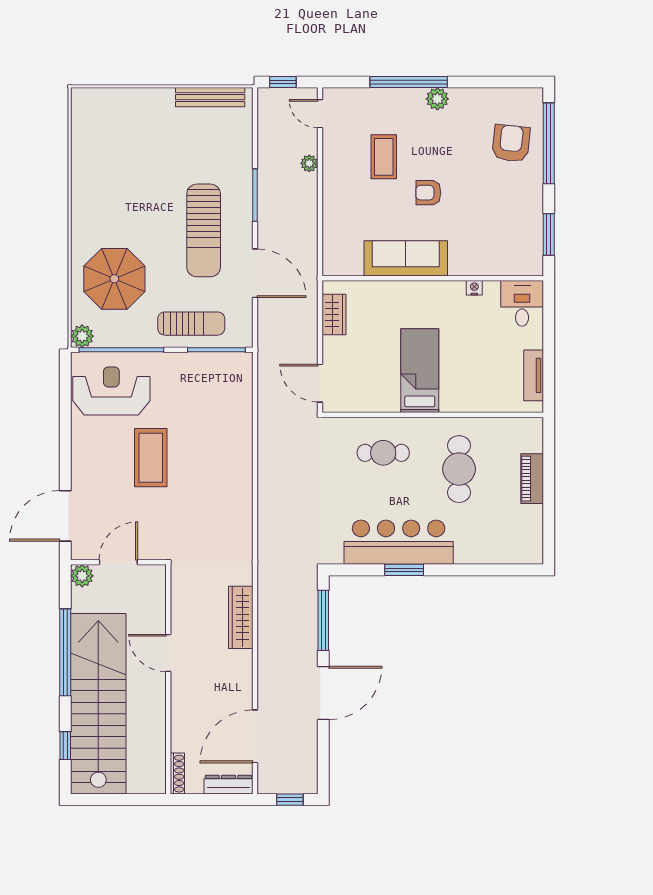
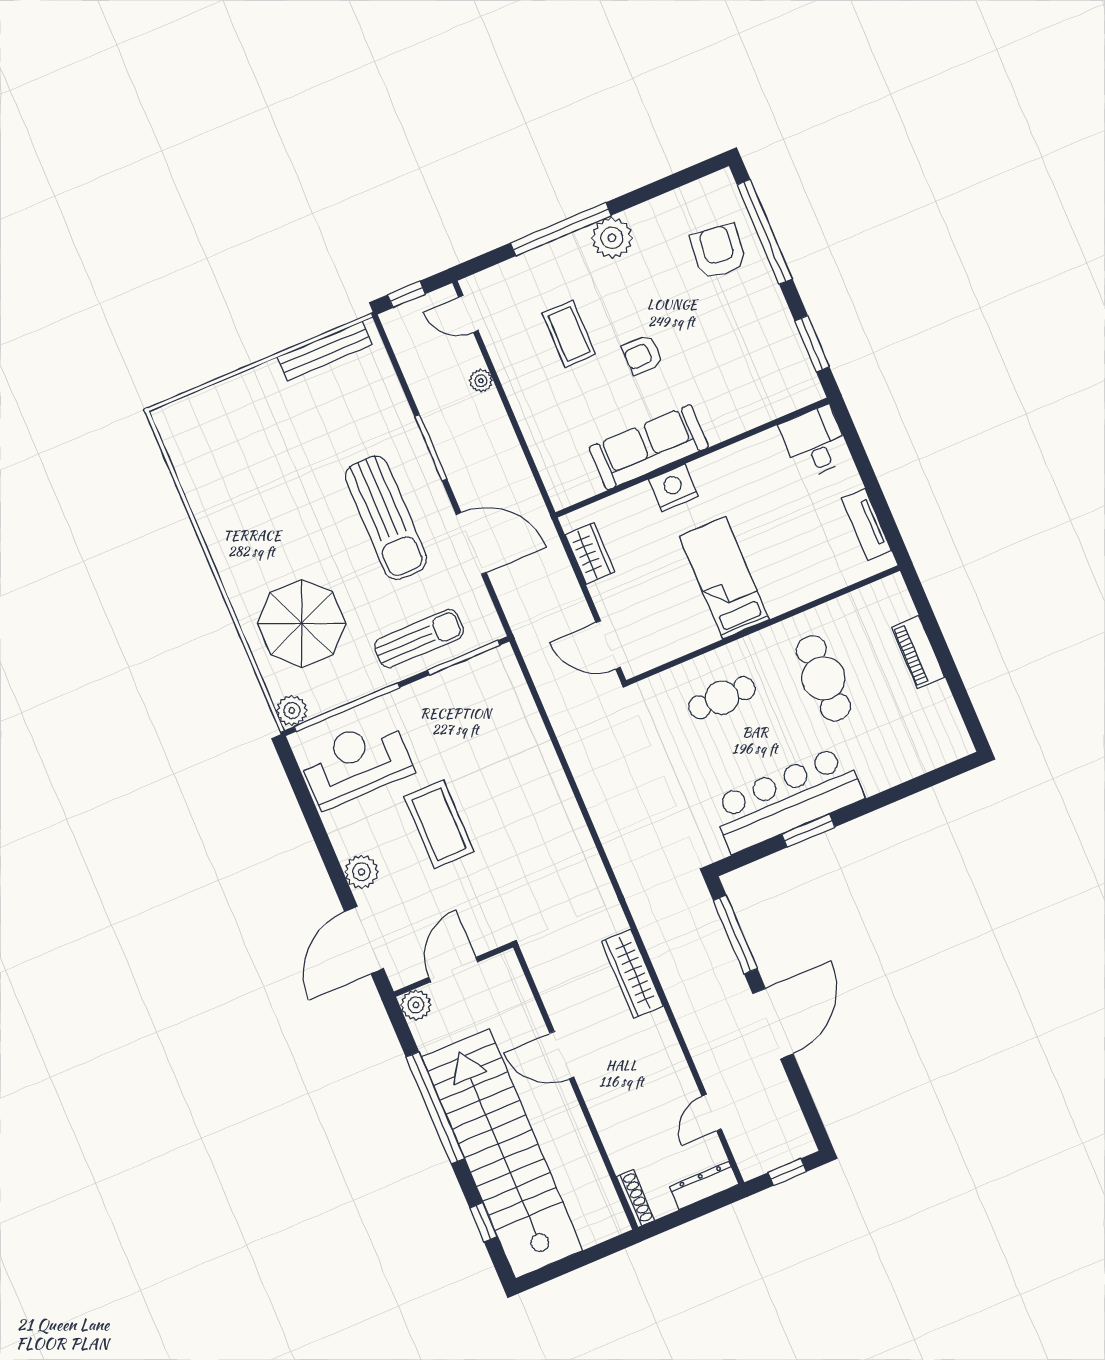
plant: (437, 99) -> (612, 238), width x1.36, depth x1.36
nightstand: (474, 288) -> (674, 488), moved, width x1.89, depth x1.79
plant: (83, 468) -> (362, 872), added
door: (255, 736) -> (712, 1113), width x0.53

